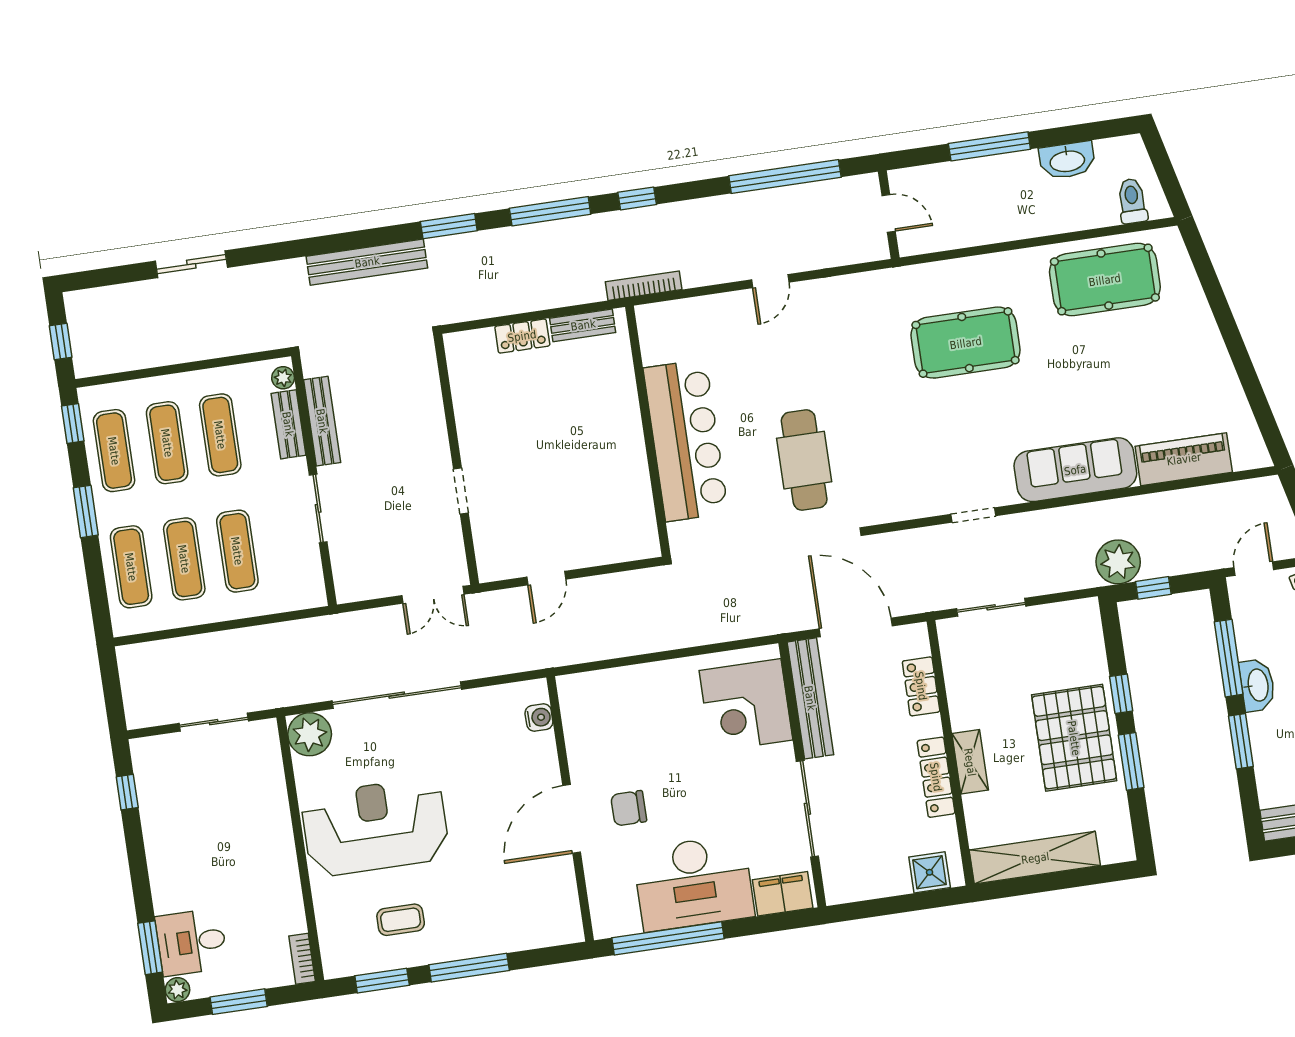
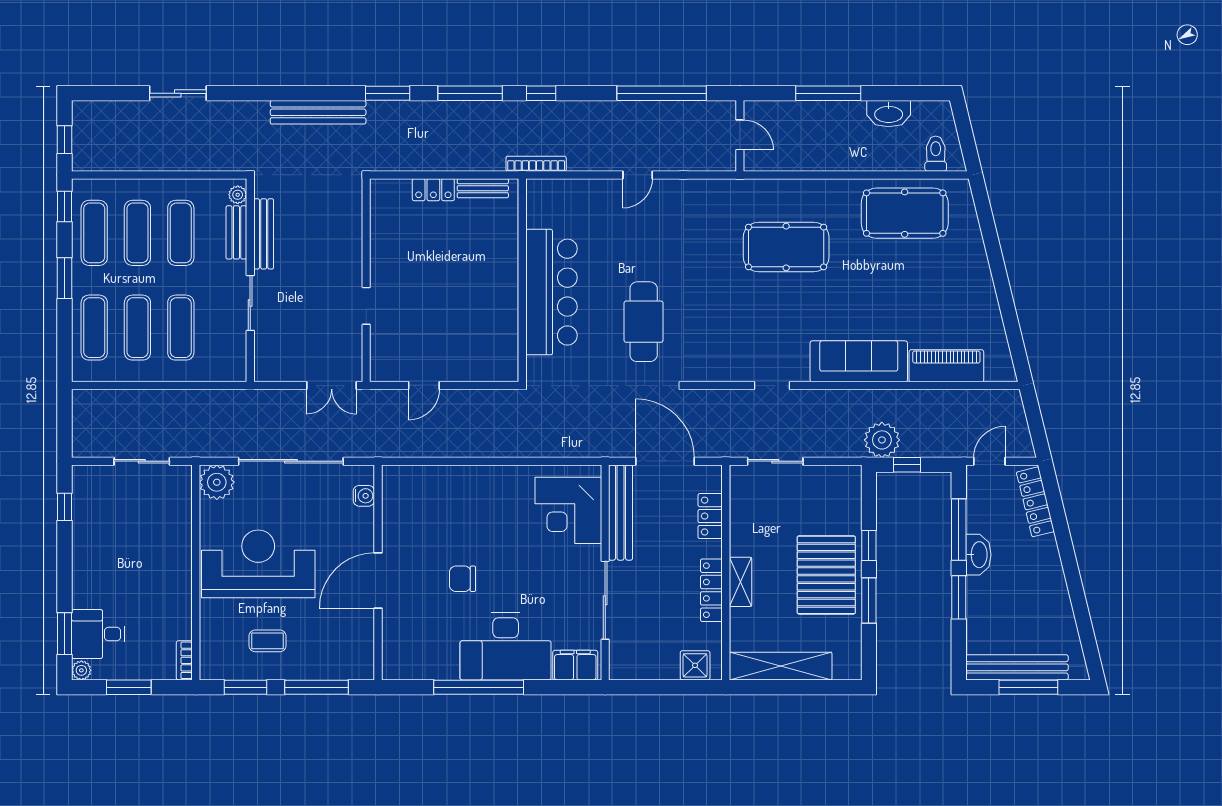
water cooler: (539, 717) -> (364, 496), moved
wall: (570, 809) -> (378, 572), moved
door: (572, 819) -> (378, 581), moved

